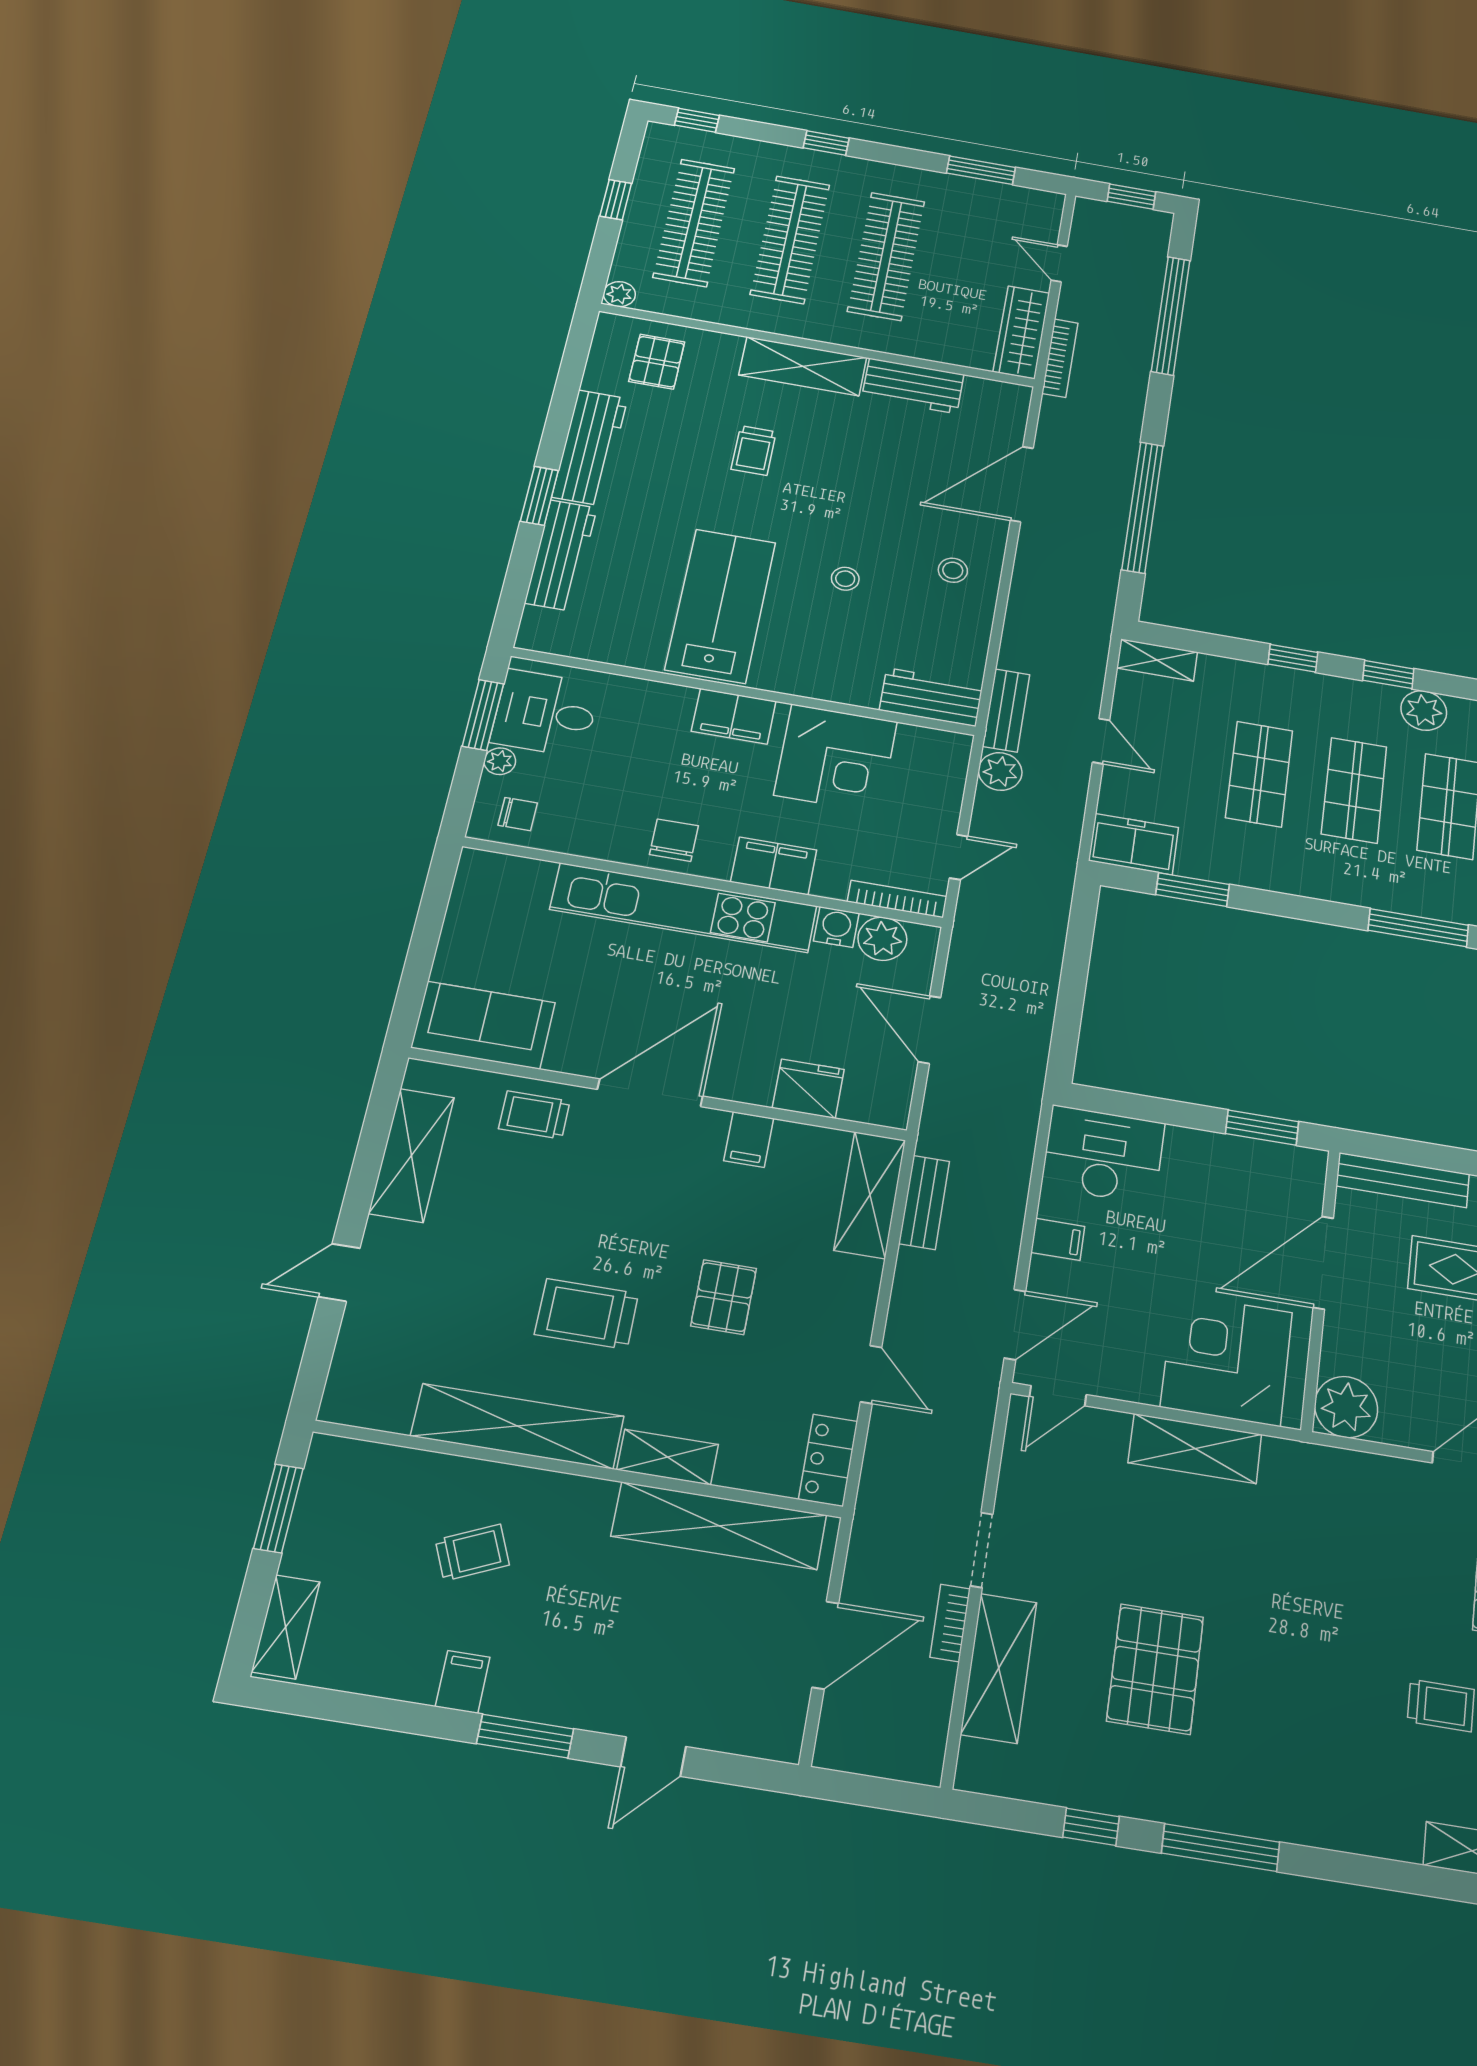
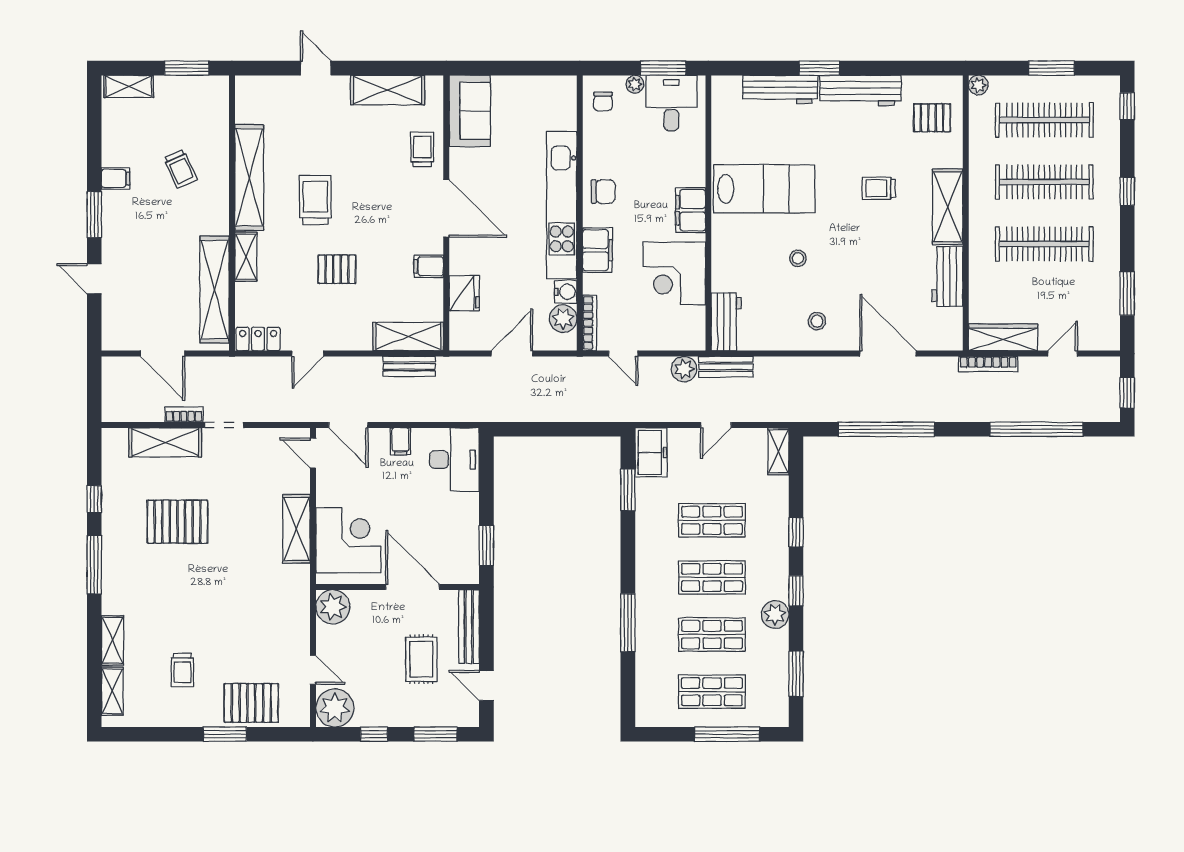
window: (616, 200) -> (1052, 68), width x1.50
shelving: (1373, 1834) -> (113, 640), added

